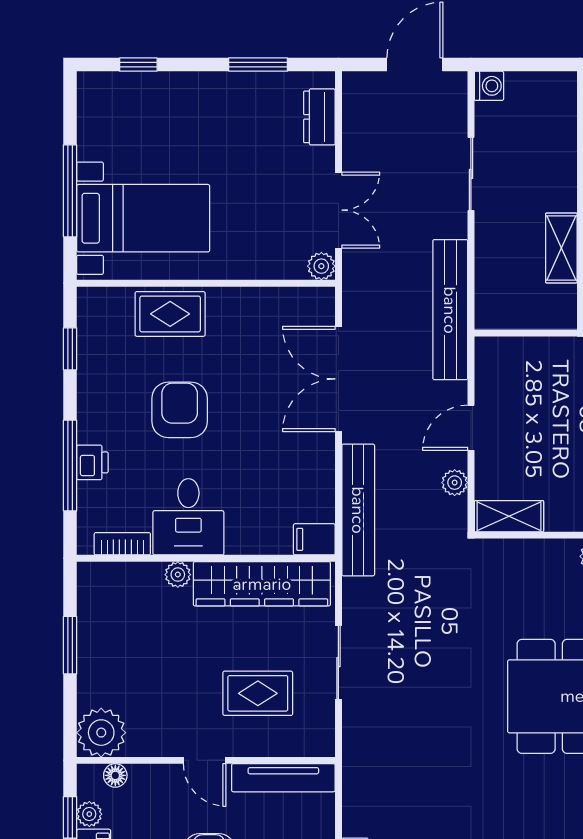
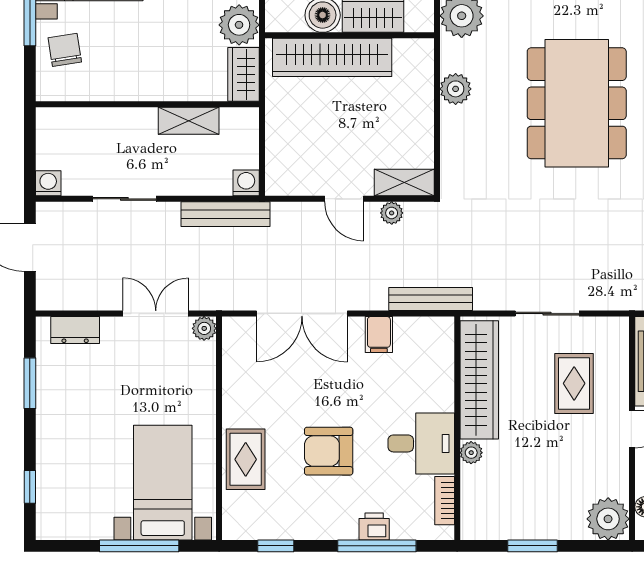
bench: (450, 310) -> (226, 214), width x0.73, depth x0.82
washing machine: (489, 315) -> (246, 183), added
bench: (358, 510) -> (431, 299), width x0.73, depth x0.82
shelving: (509, 516) -> (404, 182), moved, turned 90
filing cabinet: (314, 539) -> (379, 334), moved

